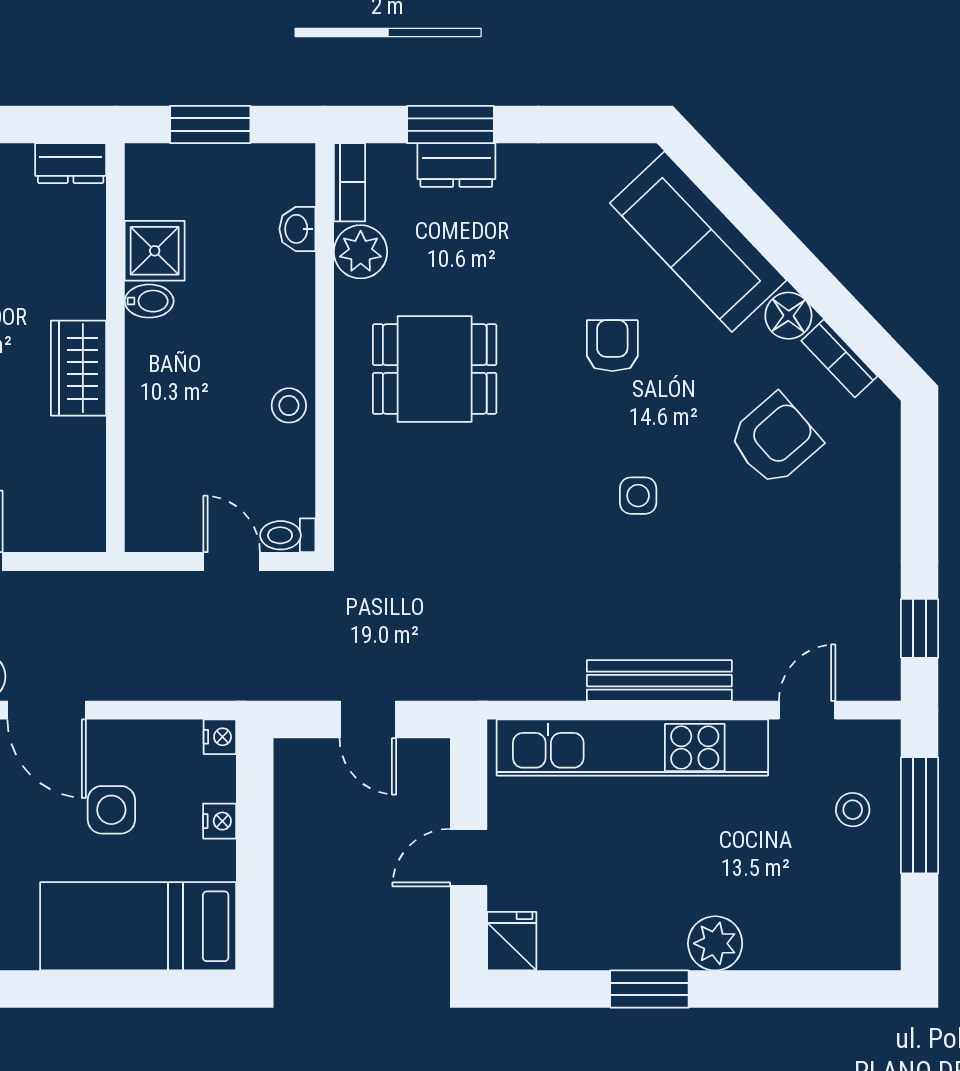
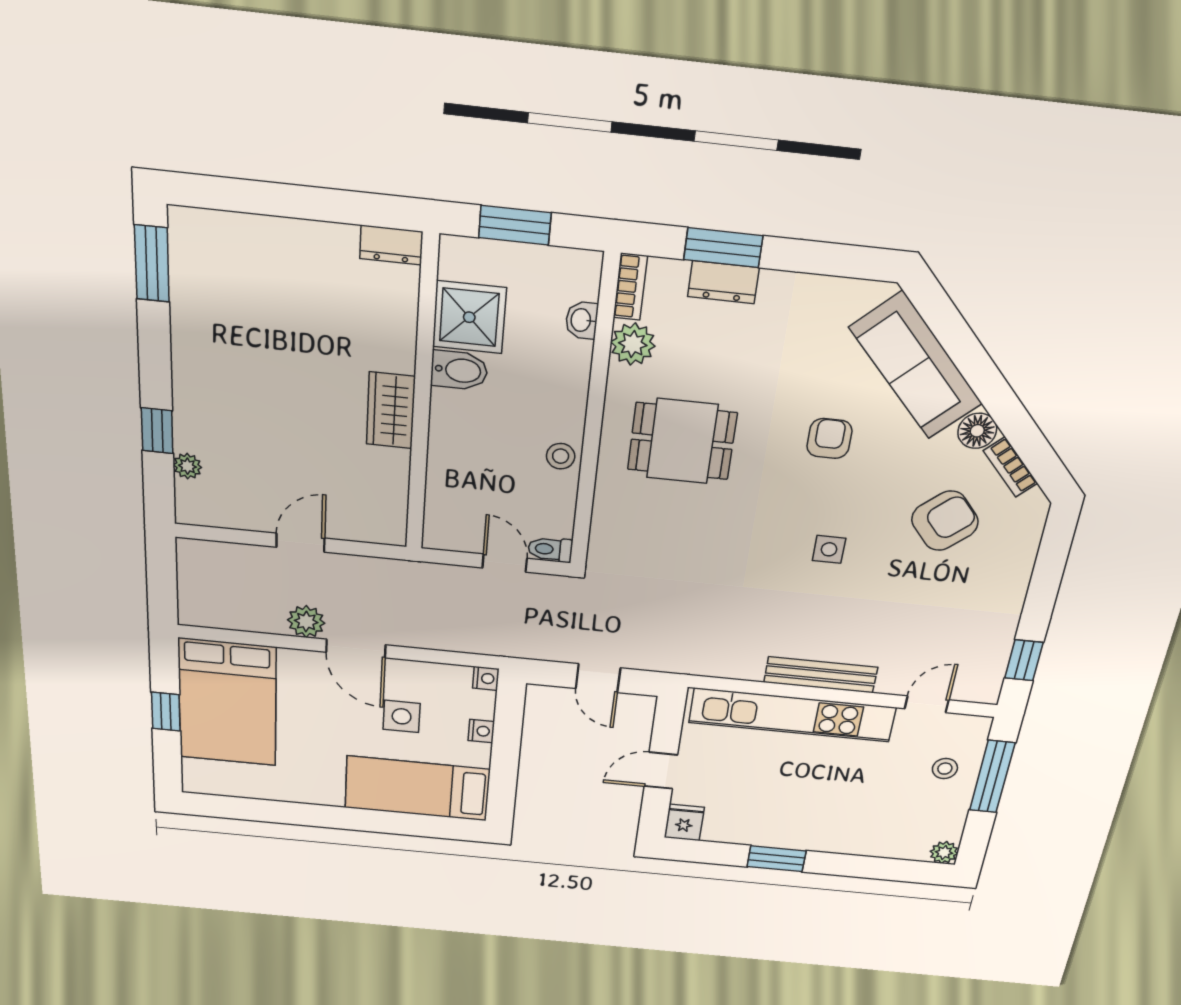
shower: (155, 251) -> (469, 317), width x1.36, depth x1.36
bidet: (149, 301) -> (459, 370), width x1.38, depth x1.36
plant: (715, 943) -> (944, 852), moved, width x0.73, depth x0.73

